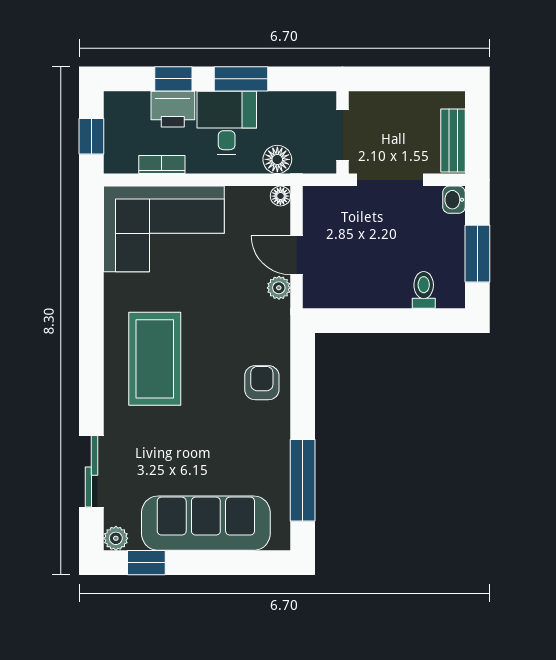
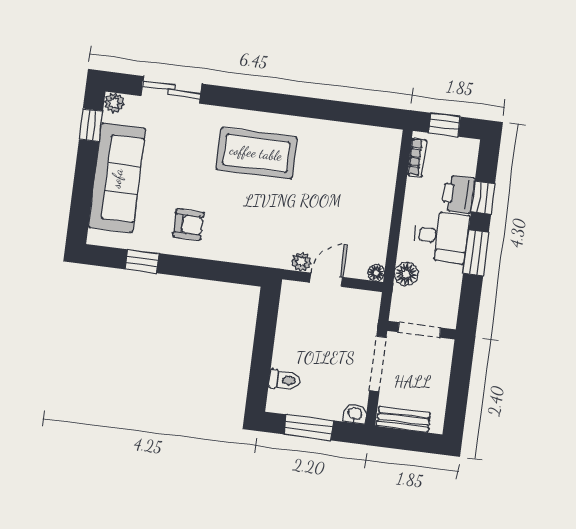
bookcase: (162, 165) -> (417, 158), moved
corner sofa: (164, 229) -> (361, 174), removed
armchair: (262, 383) -> (189, 225), moved
window: (303, 480) -> (142, 261), width x0.46

